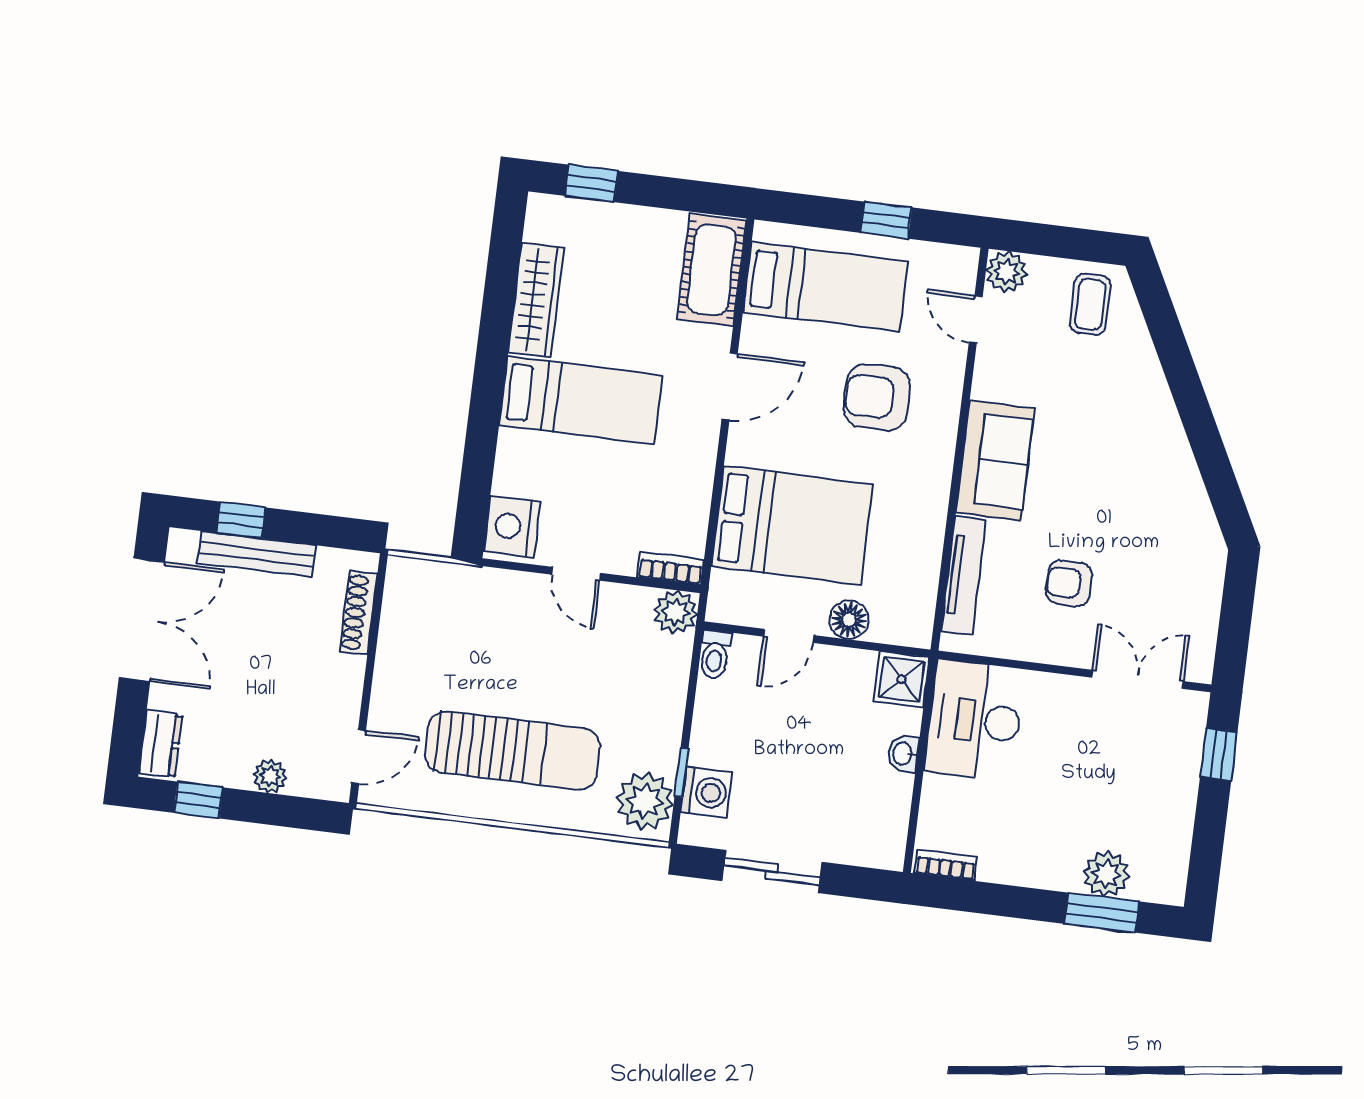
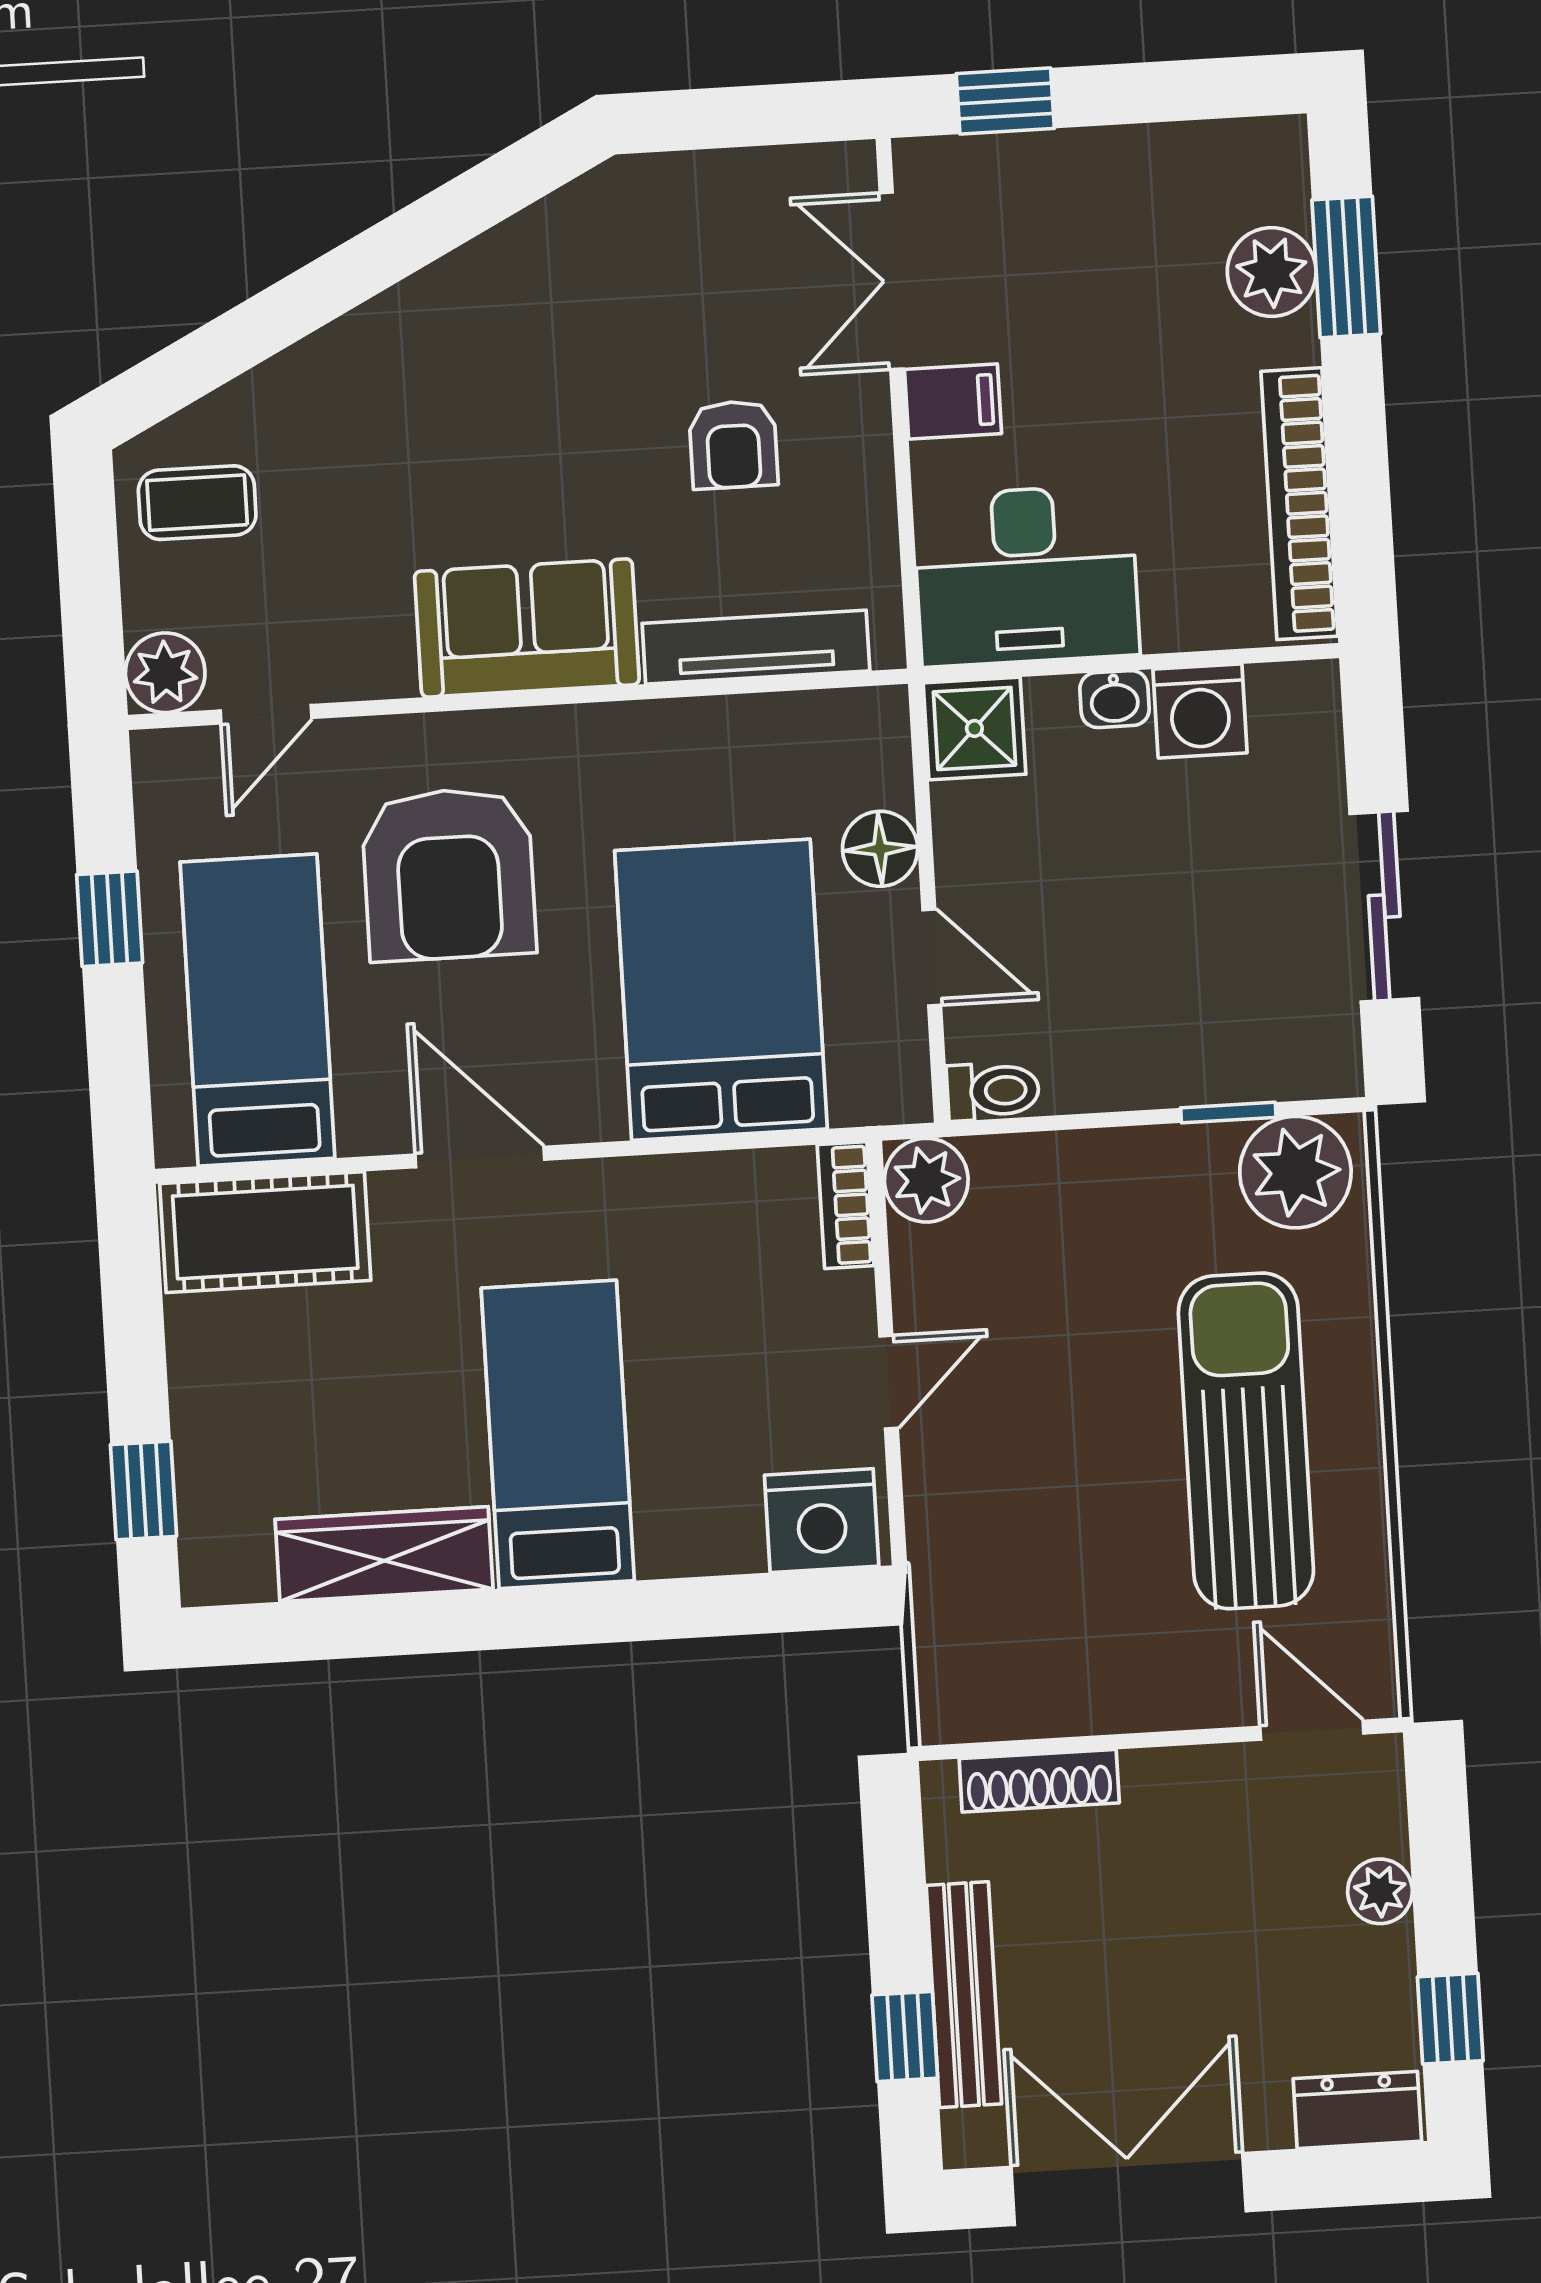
armchair: (877, 397) -> (449, 874), width x1.36, depth x1.36
filing cabinet: (1070, 699) -> (953, 401), added
washing machine: (706, 792) -> (1200, 711), moved, turned 180
bookcase: (946, 865) -> (1299, 504), width x2.31, depth x1.31

